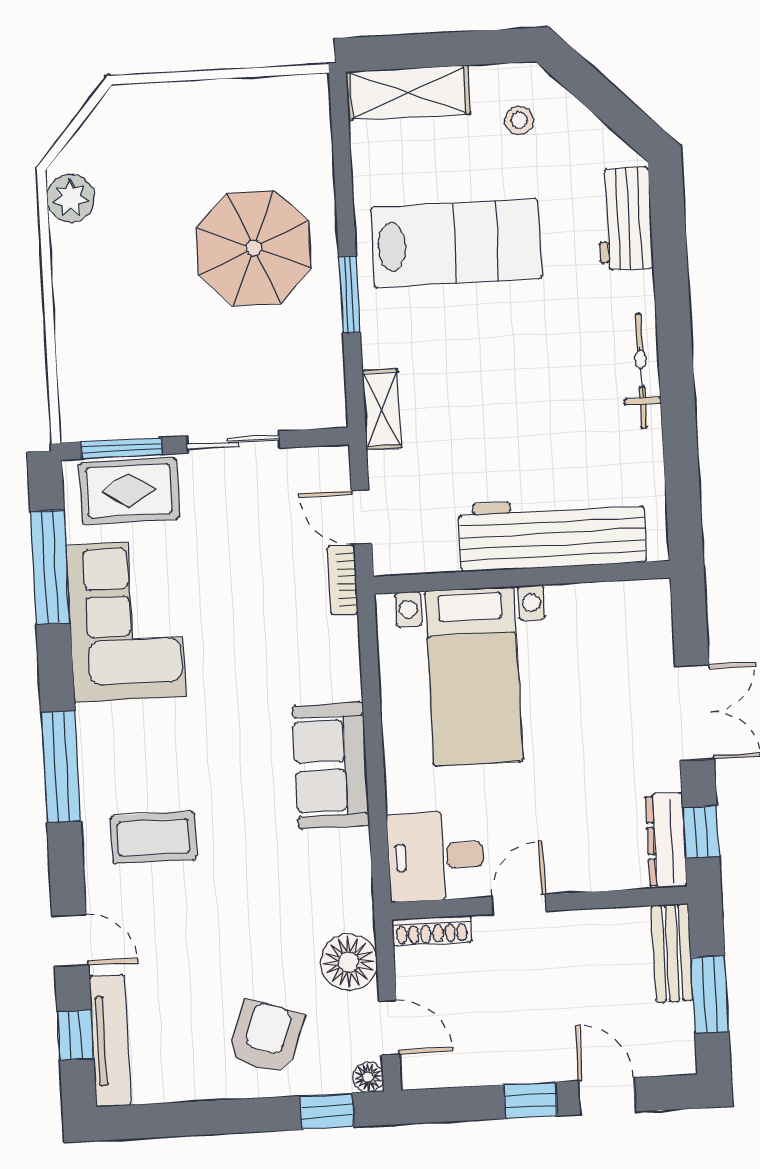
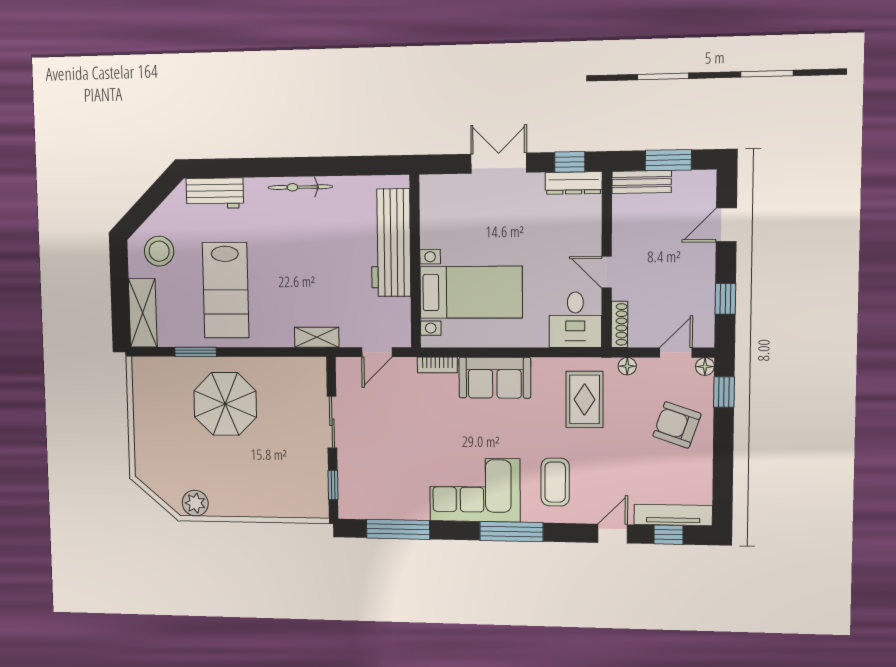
stool: (519, 120) -> (159, 251), width x1.89, depth x1.89
lab bench: (456, 243) -> (226, 290), turned 180
window: (349, 295) -> (196, 352), moved
window: (121, 448) -> (333, 485), width x0.67
rug: (129, 491) -> (585, 399), moved
bookcase: (343, 580) -> (437, 365), moved
corner sofa: (126, 621) -> (475, 490), moved
sofa: (331, 766) -> (495, 378), moved
floor lamp: (349, 962) -> (627, 366), width x0.53, depth x0.53
window: (530, 1100) -> (725, 299), moved

